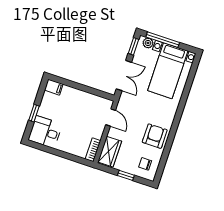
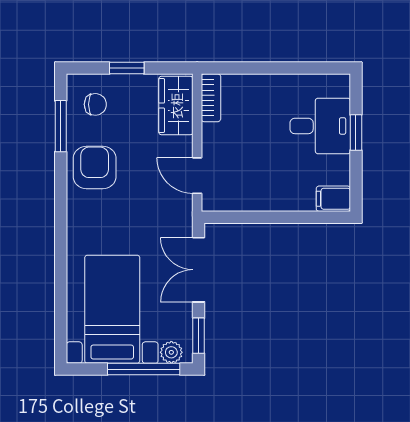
desk: (45, 132) -> (320, 126), moved
armchair: (155, 136) -> (95, 167), turned 180
window: (164, 159) -> (61, 126), added

